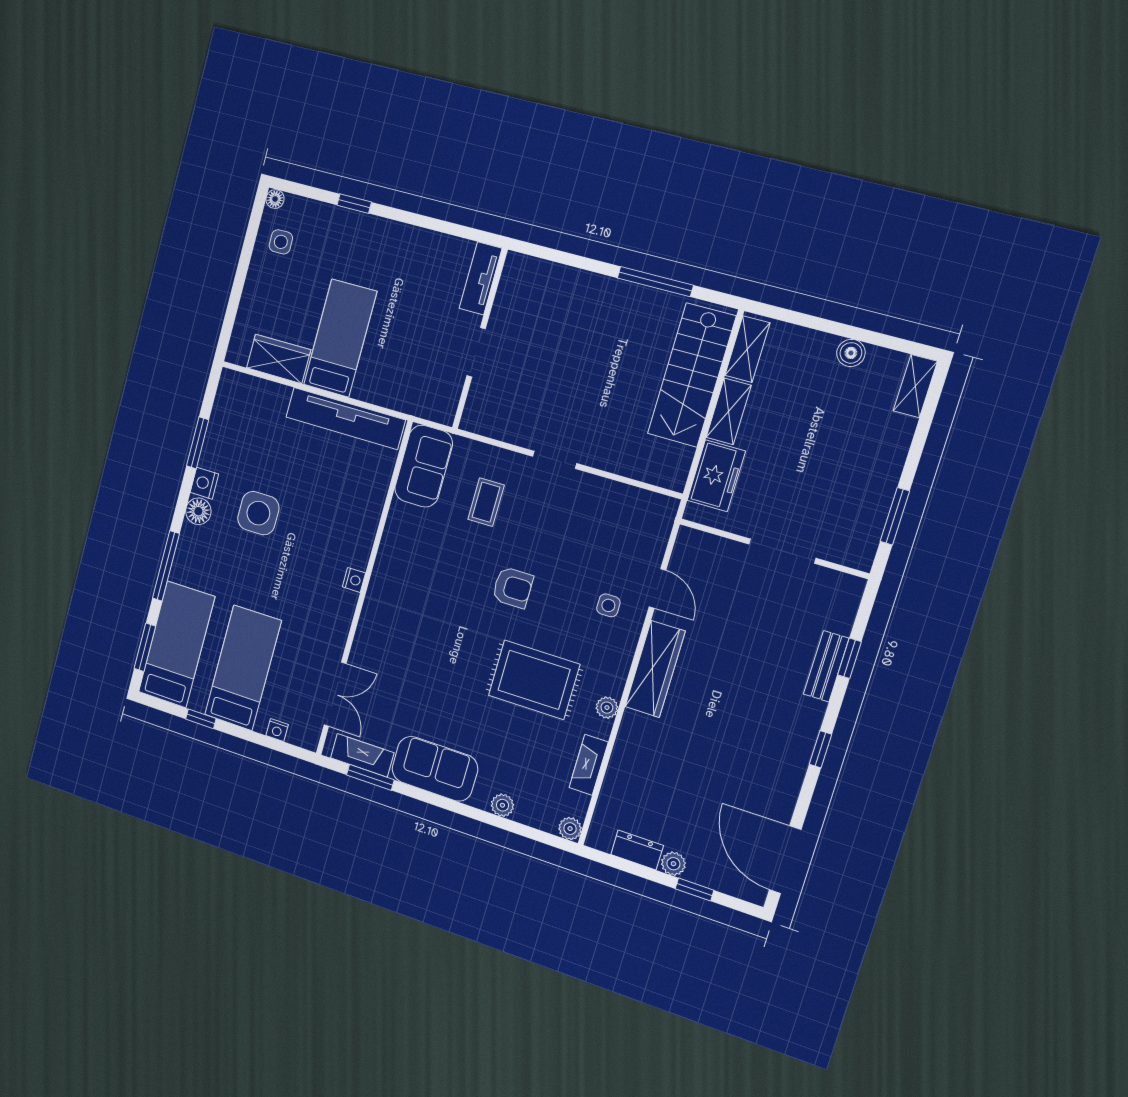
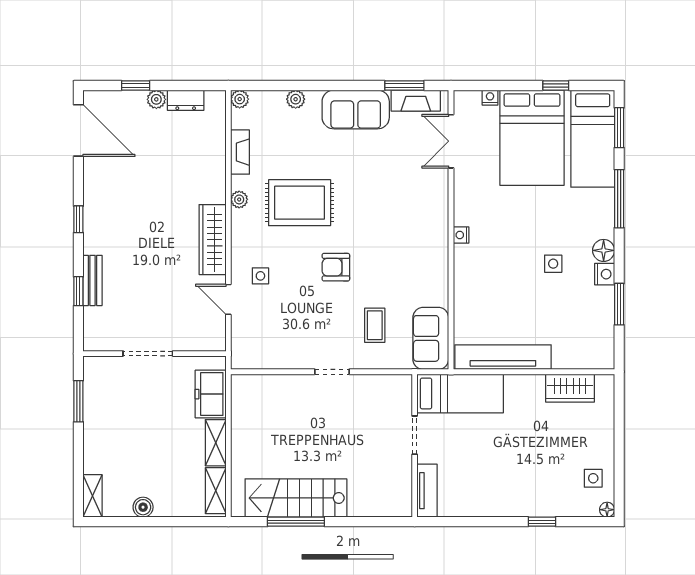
bed: (340, 338) -> (460, 393), moved, turned -90
stairs: (692, 375) -> (296, 498), moved, turned -90
side table: (258, 513) -> (553, 264), width x0.54, depth x0.54
bed: (243, 668) -> (532, 138), width x1.50

